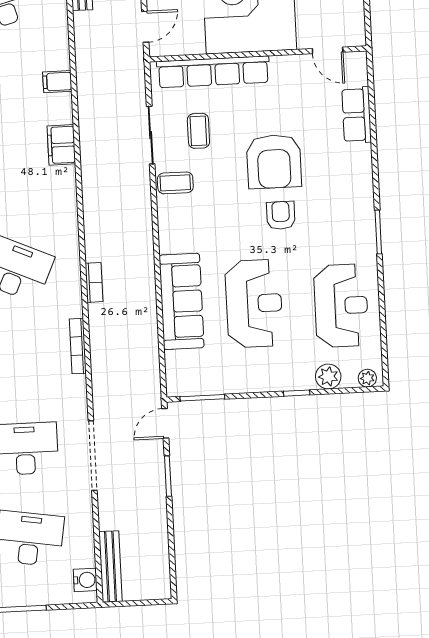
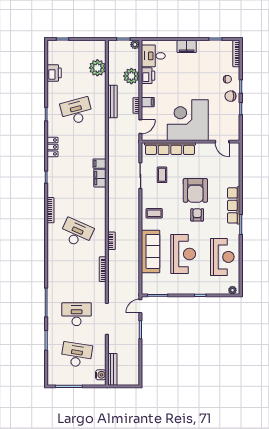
filing cabinet: (57, 82) -> (99, 164), moved
row of seats: (357, 115) -> (234, 205), moved, width x1.48
coffee table: (175, 183) -> (154, 213), moved
plant: (328, 377) -> (215, 289), removed

